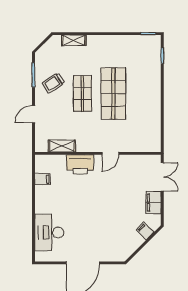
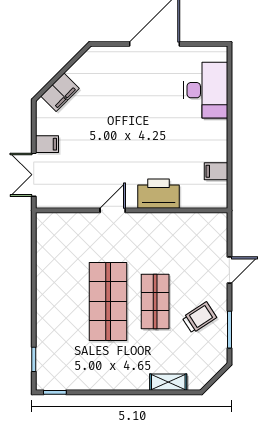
shelving: (62, 146) -> (186, 222), removed
filing cabinet: (154, 202) -> (47, 144), width x0.50
filing cabinet: (145, 231) -> (60, 92), width x2.00

